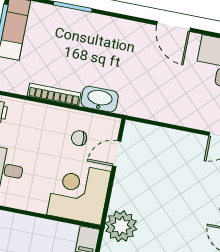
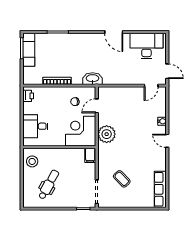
washbasin: (100, 99) -> (93, 79), moved
plant: (121, 226) -> (107, 134), moved

